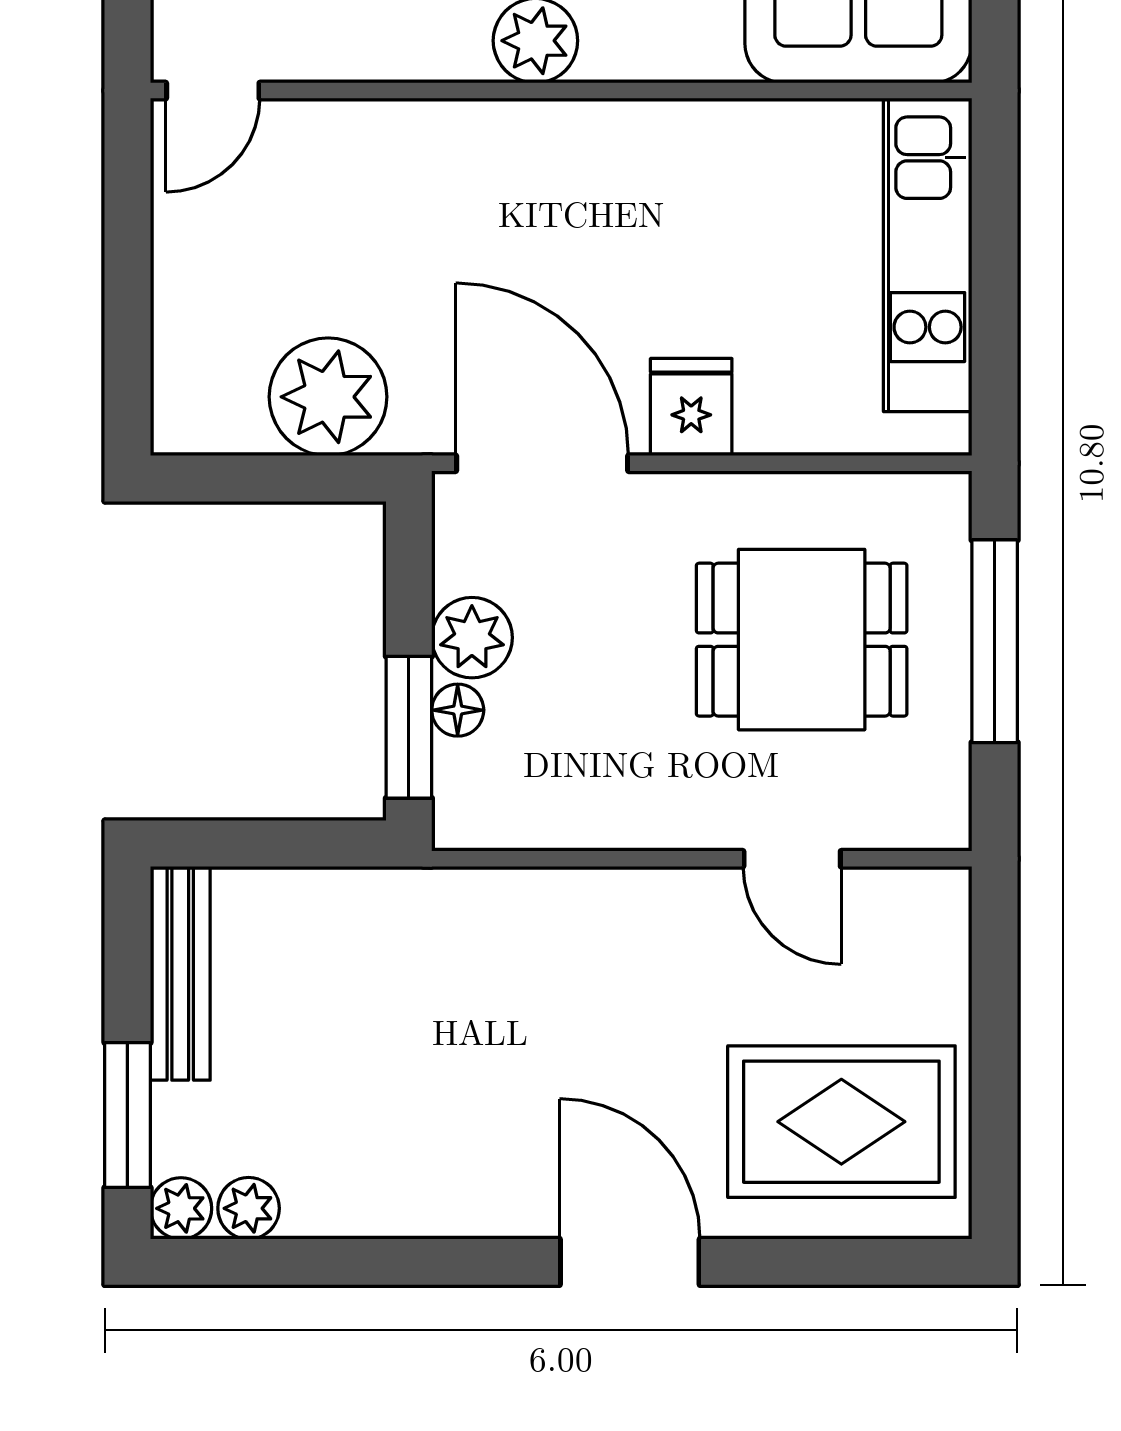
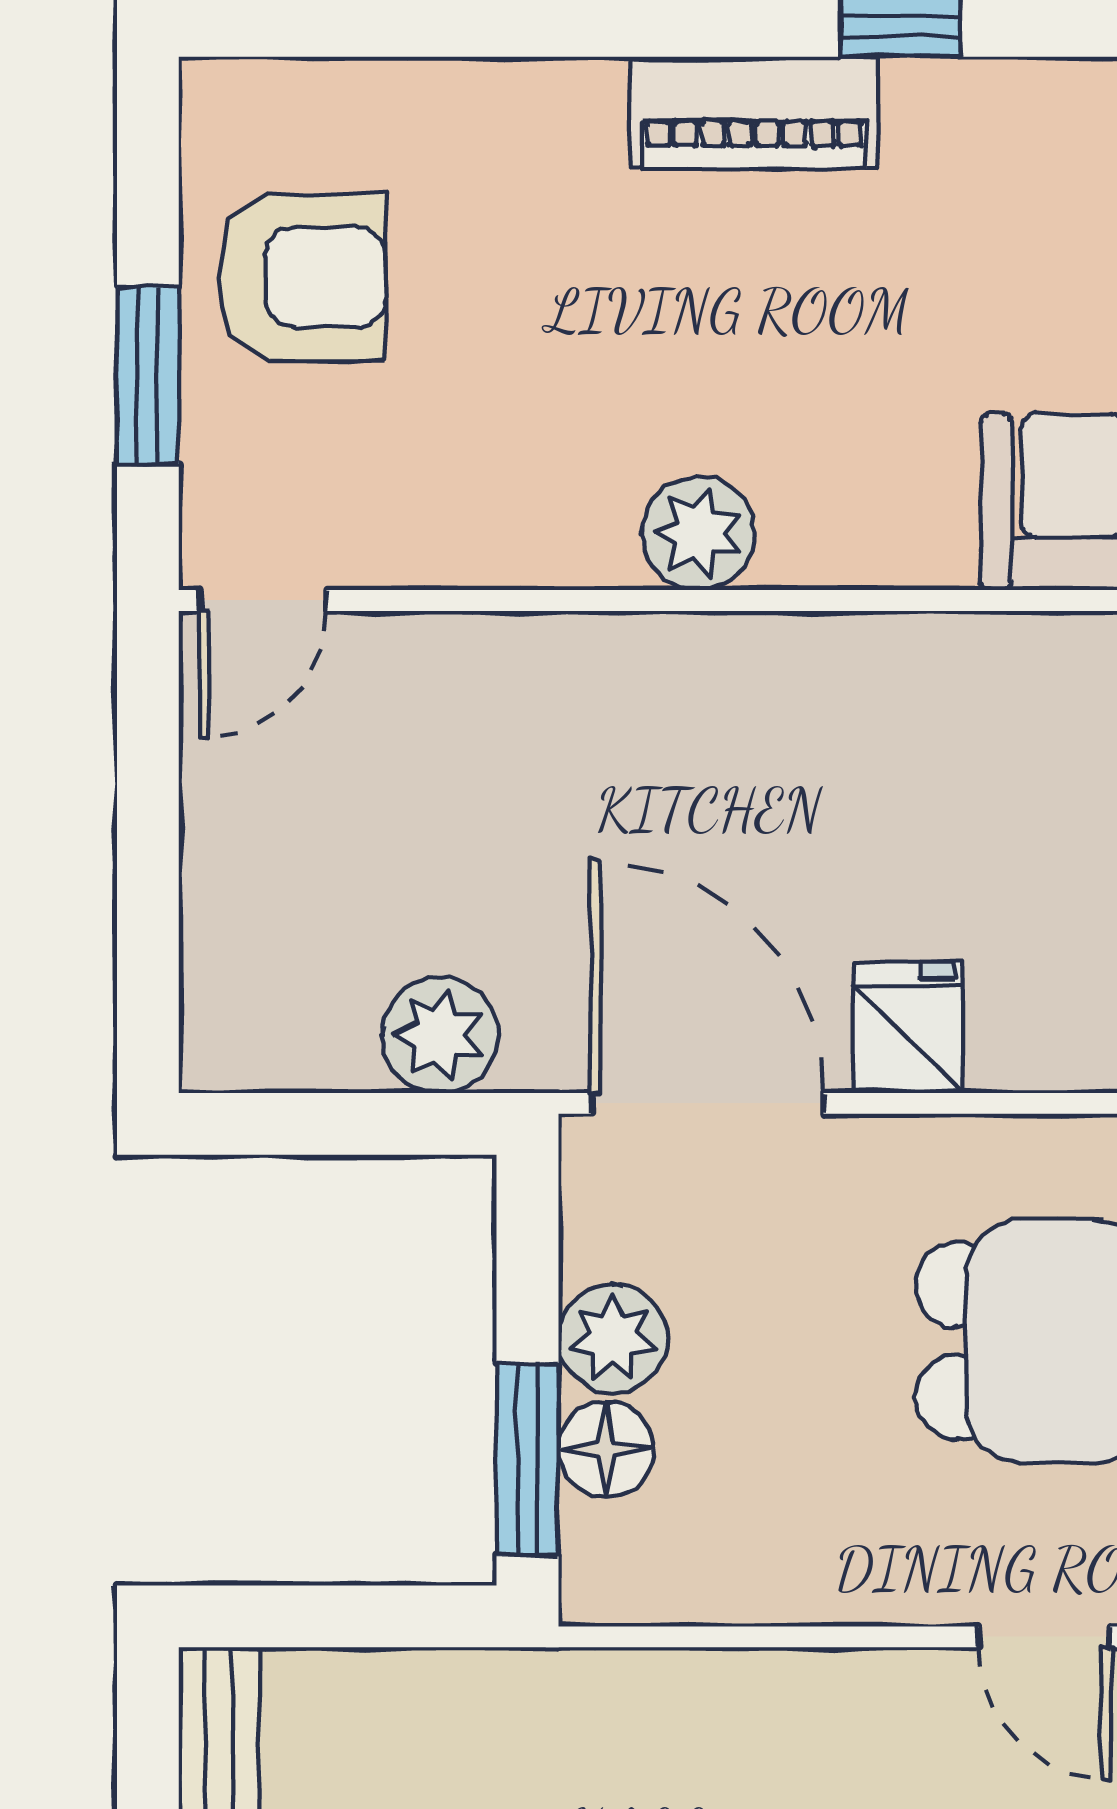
plant: (328, 397) -> (440, 1035), width x0.73, depth x0.73
floor lamp: (458, 710) -> (606, 1449), width x1.37, depth x1.37

